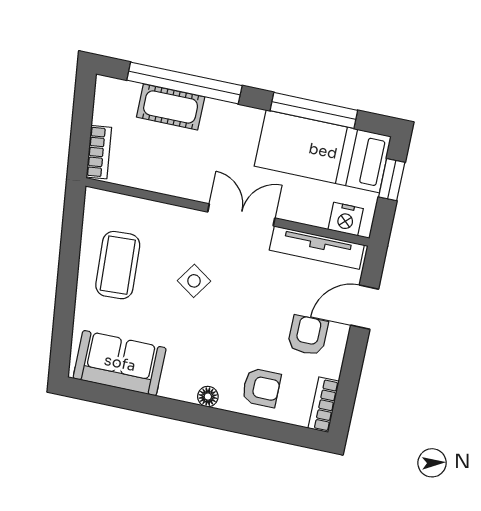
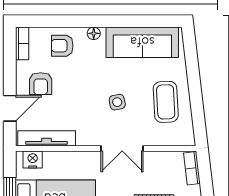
double door: (241, 215) -> (122, 148), moved
side table: (194, 281) -> (117, 102), turned 45
sofa: (120, 363) -> (142, 42), width x1.36

